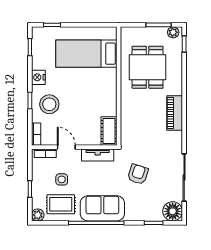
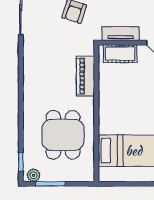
piano: (175, 113) -> (85, 76), moved, turned 180
cot: (109, 131) -> (120, 54), moved, turned 90

